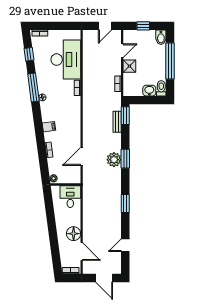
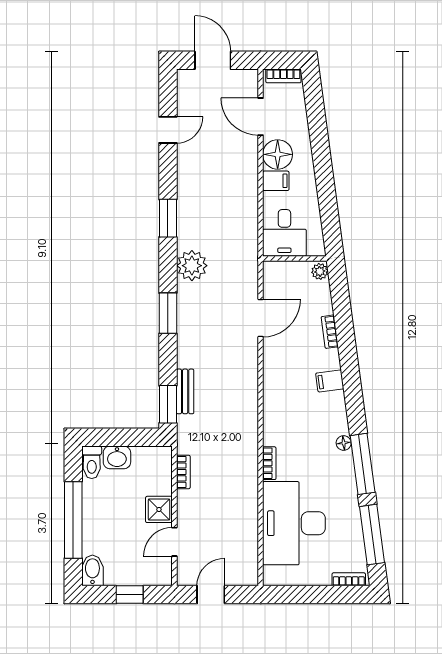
window: (29, 54) -> (372, 535), width x2.17
plant: (114, 160) -> (192, 266), moved
filing cabinet: (74, 221) -> (276, 181), added

